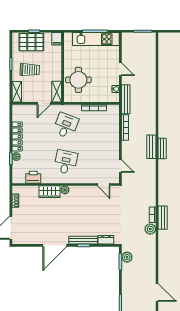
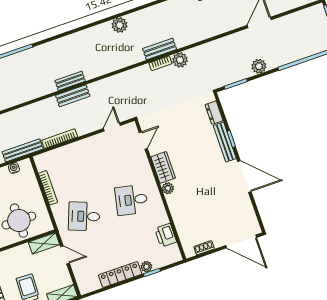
wardrobe: (50, 192) -> (163, 167), moved
plant: (127, 257) -> (259, 66), moved

